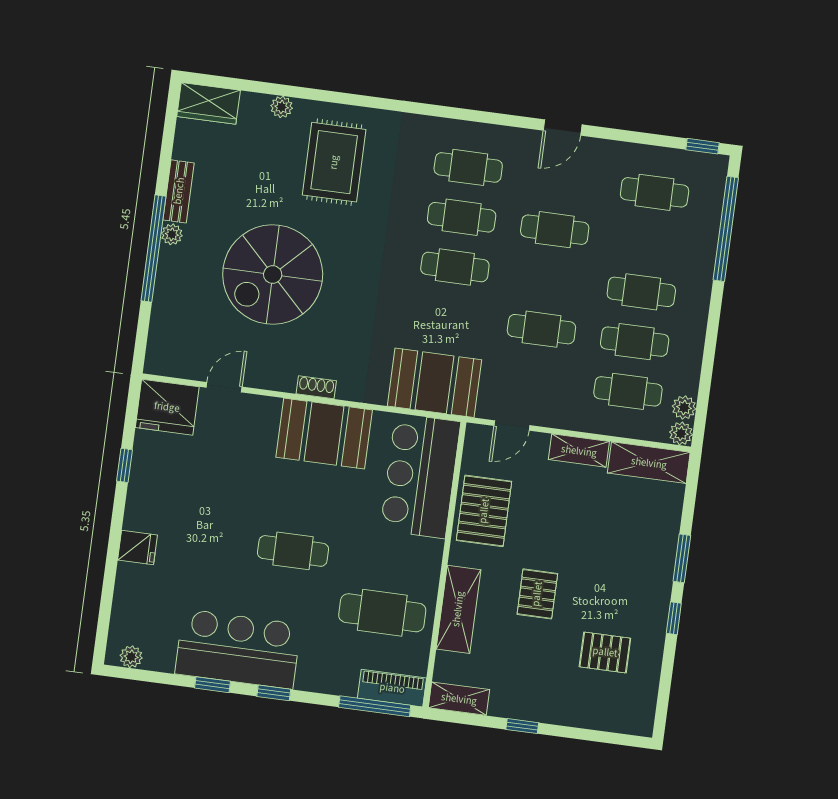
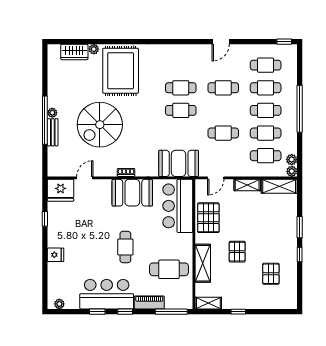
wardrobe: (209, 103) -> (74, 52), moved
rug: (334, 162) -> (121, 71), width x1.37, depth x1.44
cafe table: (468, 167) -> (266, 88), moved
bench: (179, 191) -> (53, 132), moved
window: (726, 229) -> (300, 109), moved
cafe table: (293, 551) -> (125, 247), turned 90
pallet: (605, 652) -> (271, 274), turned 90
piano: (392, 688) -> (149, 302), moved

